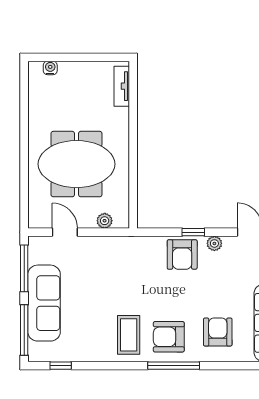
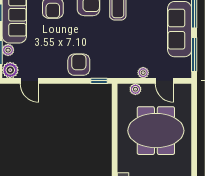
window: (193, 232) -> (99, 81), moved
plant: (214, 243) -> (143, 73), moved

